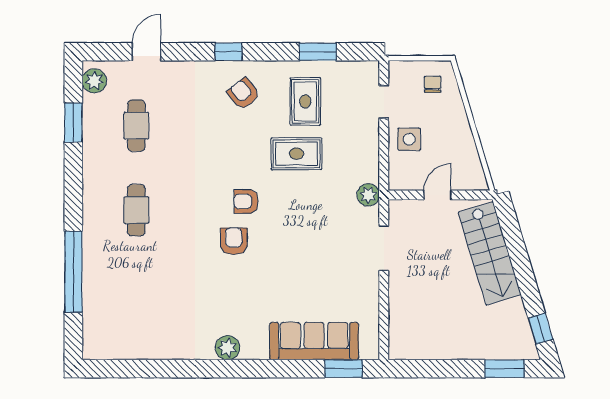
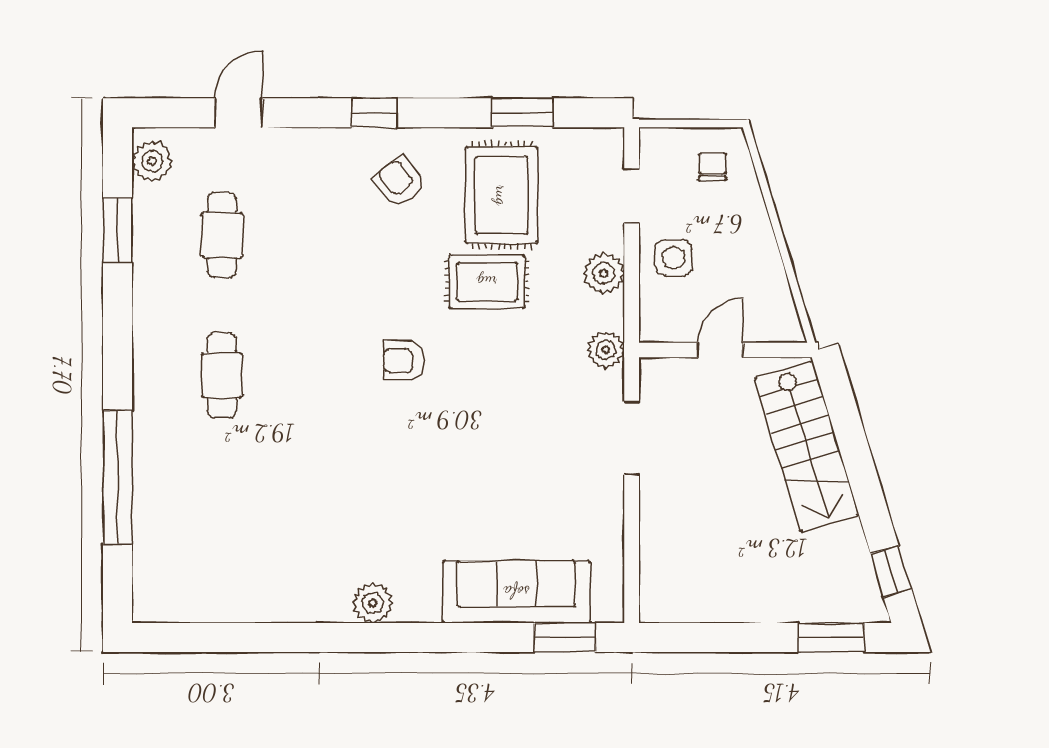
rug: (305, 101) -> (502, 195), width x1.36, depth x1.43
plant: (367, 149) -> (604, 273), added
armchair: (234, 241) -> (383, 427), removed

